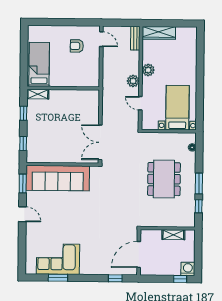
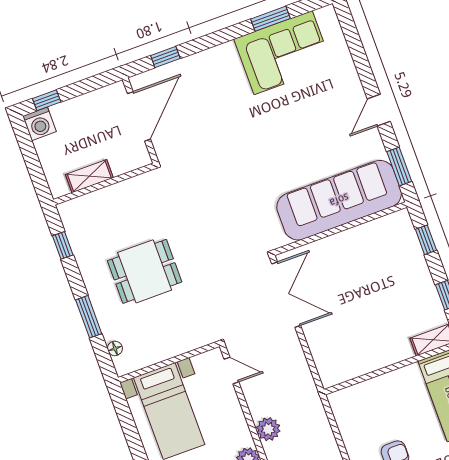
door: (140, 103) -> (231, 371), moved
dining table: (164, 179) -> (145, 271), width x0.73
window: (199, 184) -> (89, 317), moved
door: (22, 214) -> (379, 110), hinge flipped

